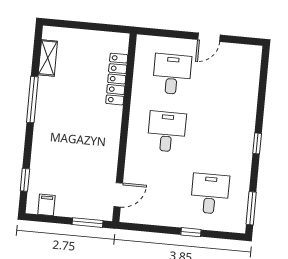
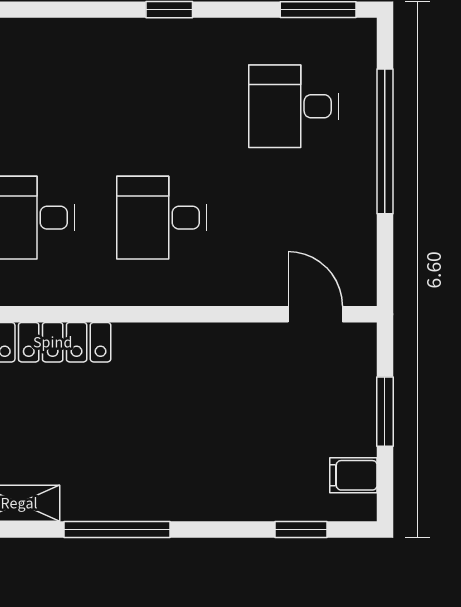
window: (88, 223) -> (385, 412), moved
window: (191, 232) -> (385, 141), width x3.17

